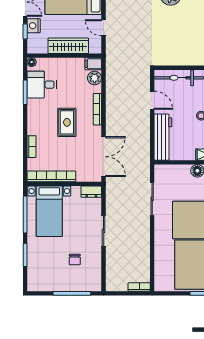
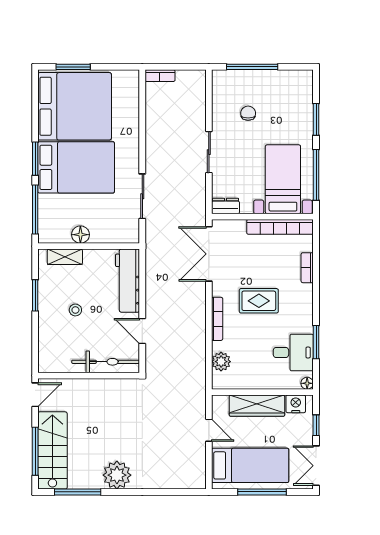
nightstand: (34, 26) -> (296, 404), moved, turned -90
filing cabinet: (93, 64) -> (223, 381), removed
rug: (67, 122) -> (259, 301), turned 90

